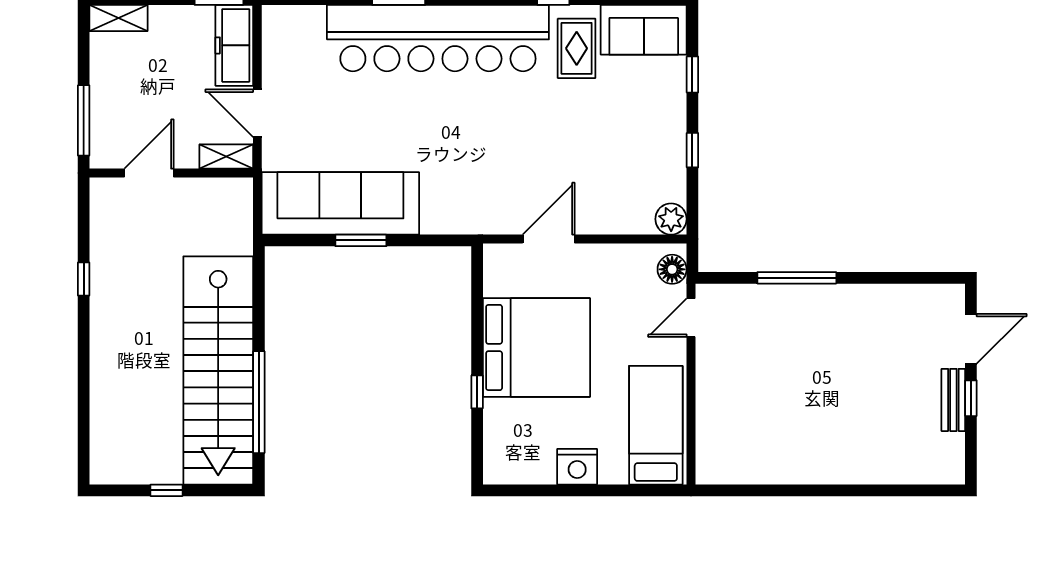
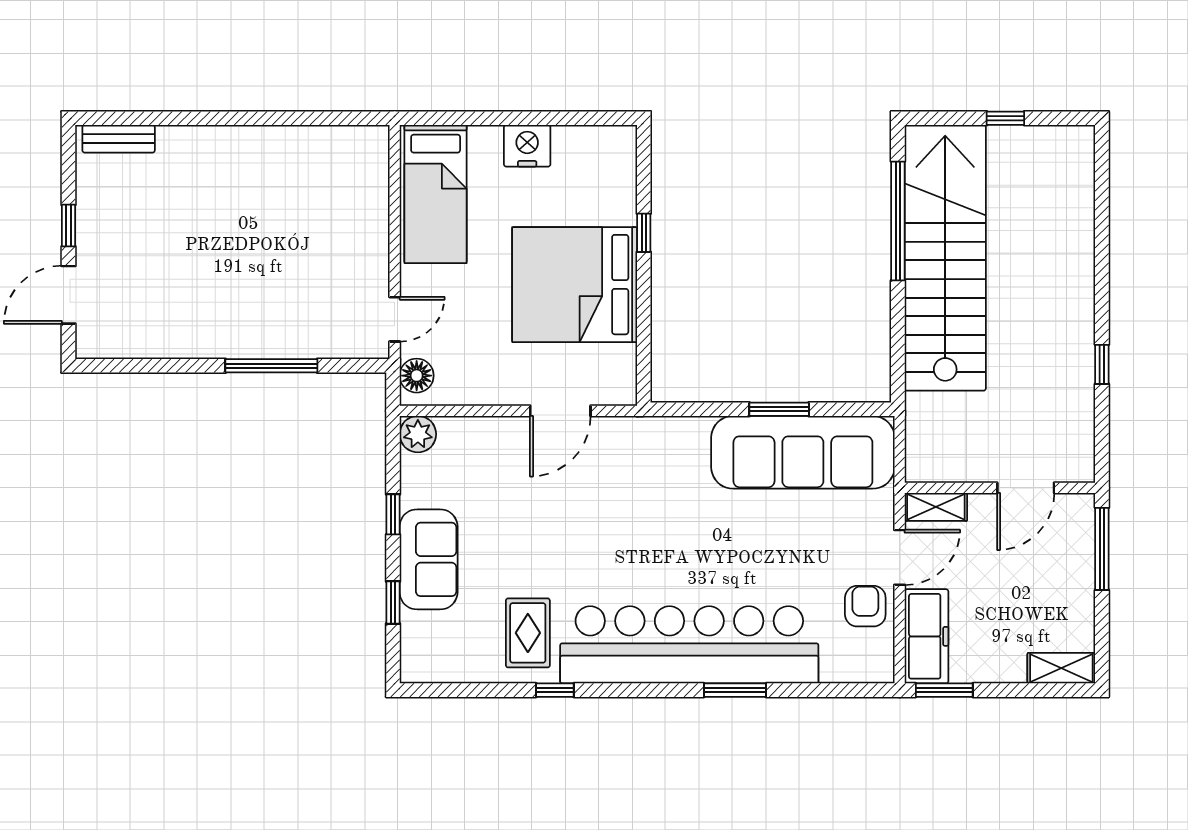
sofa: (644, 30) -> (429, 559), moved, turned 90
armchair: (287, 71) -> (865, 606), added
door: (257, 113) -> (900, 557), hinge flipped
bench: (953, 400) -> (119, 139), moved, turned 90

